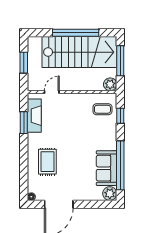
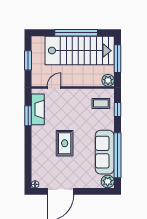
rug: (47, 162) -> (65, 143), moved
sofa: (107, 168) -> (105, 152), width x1.36

